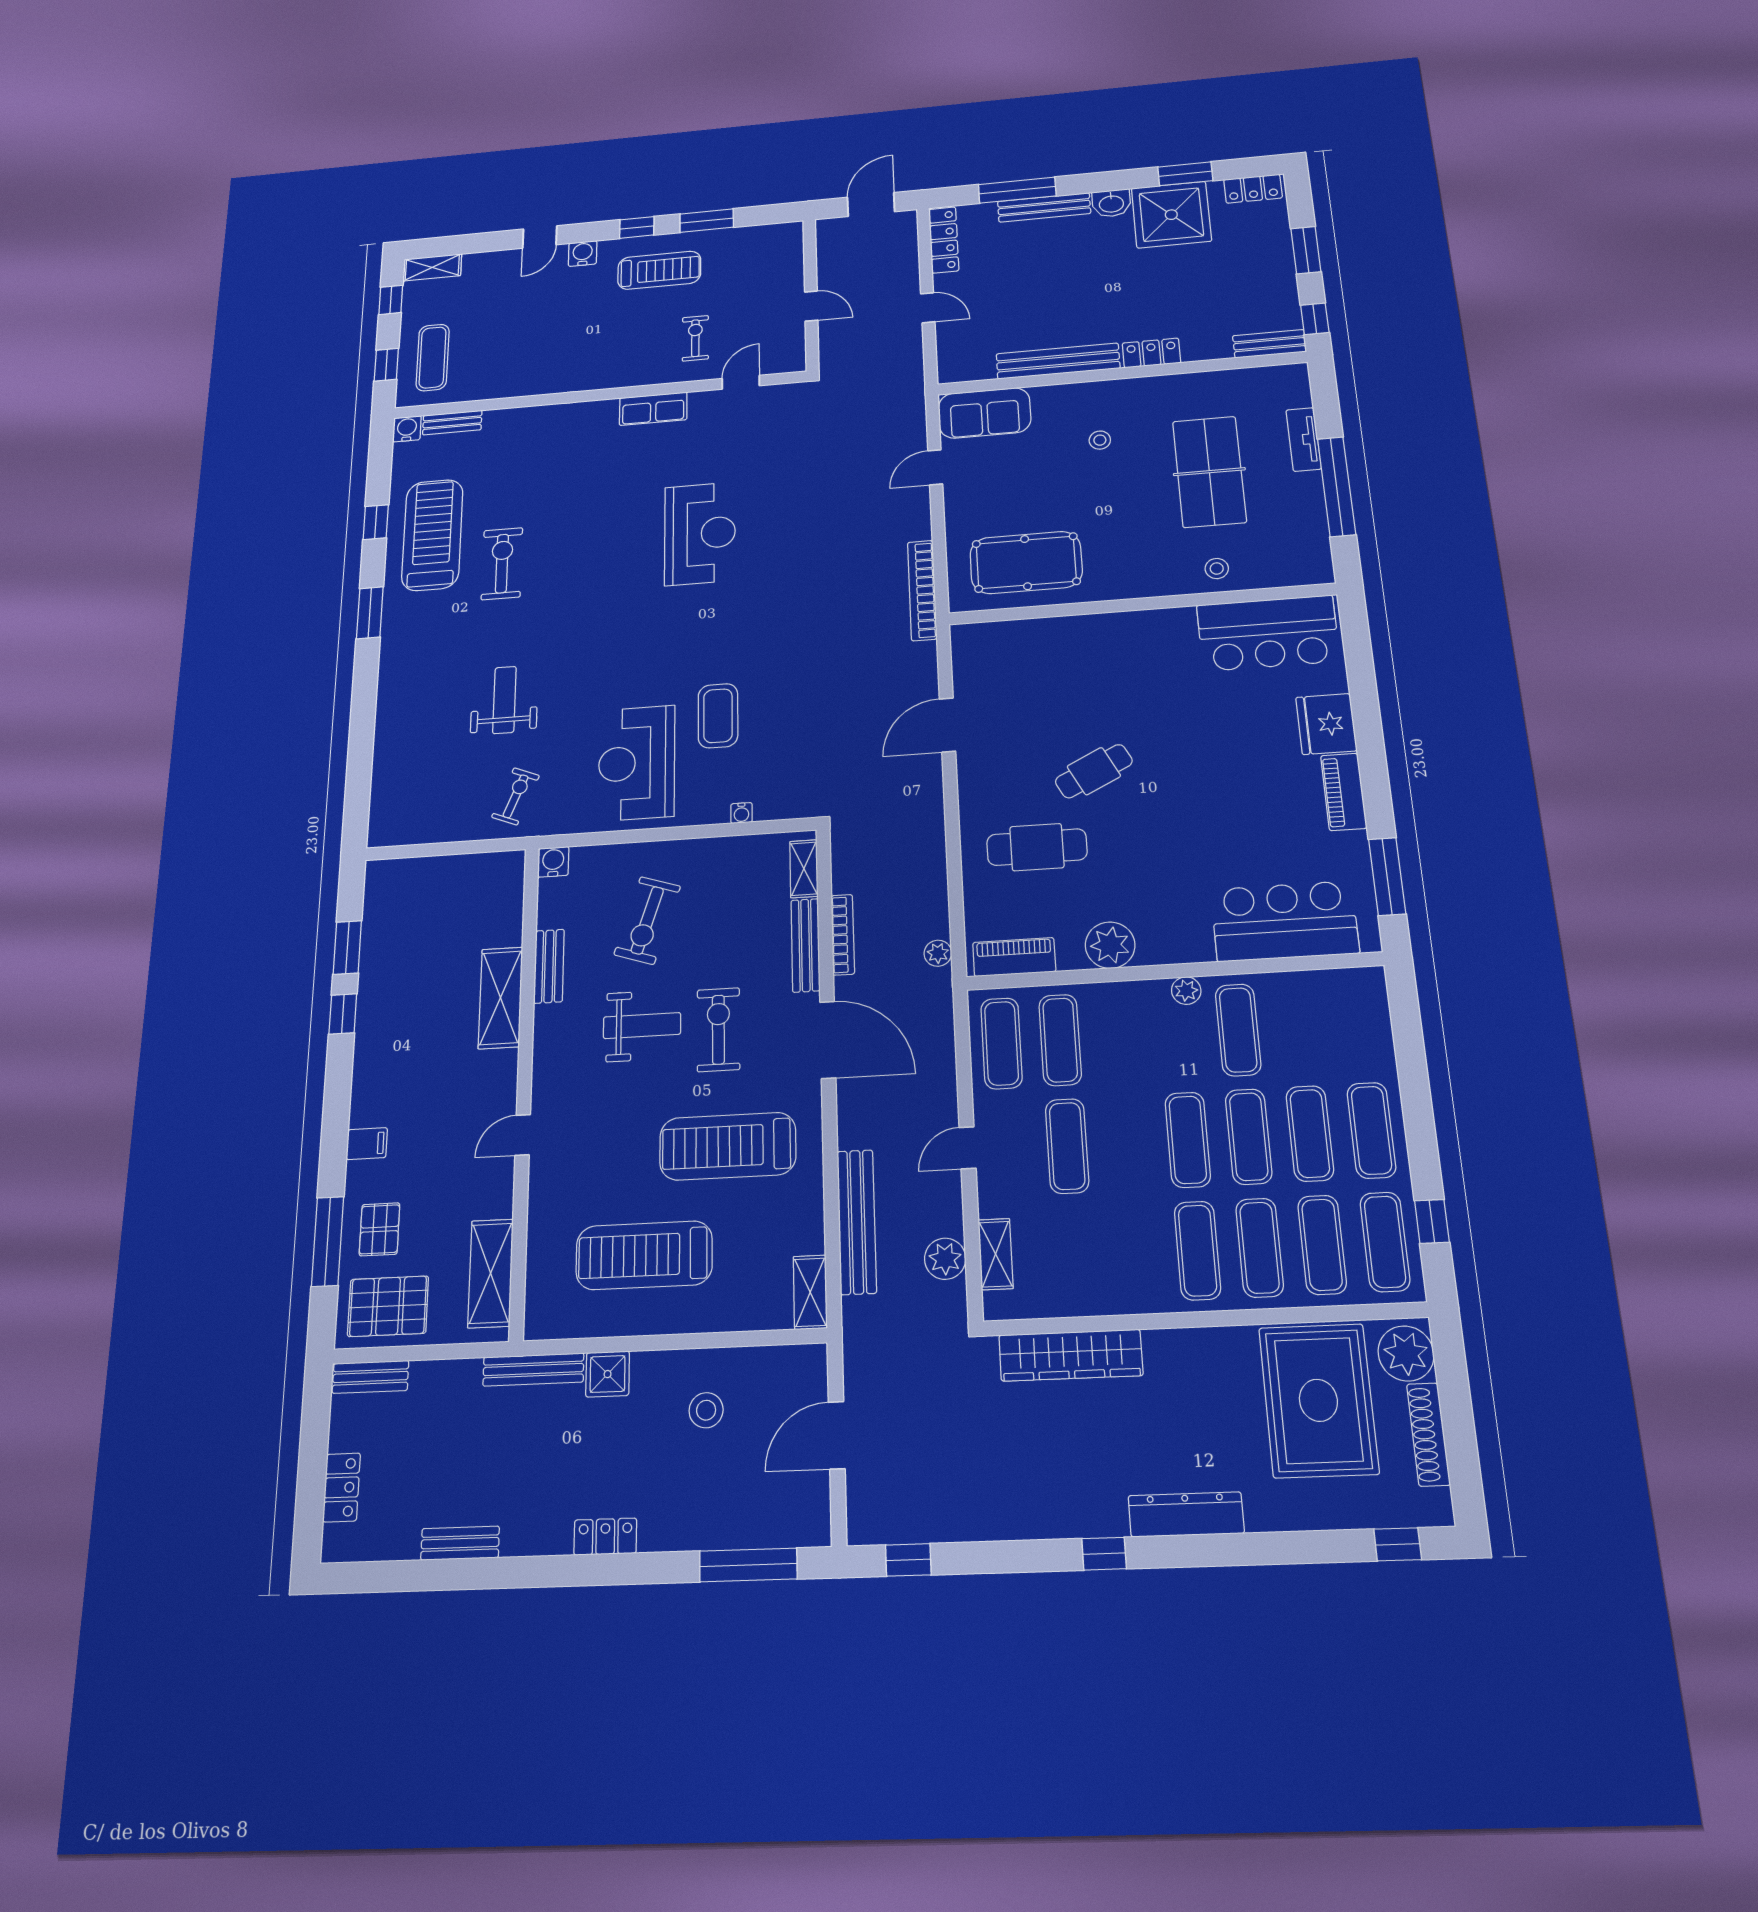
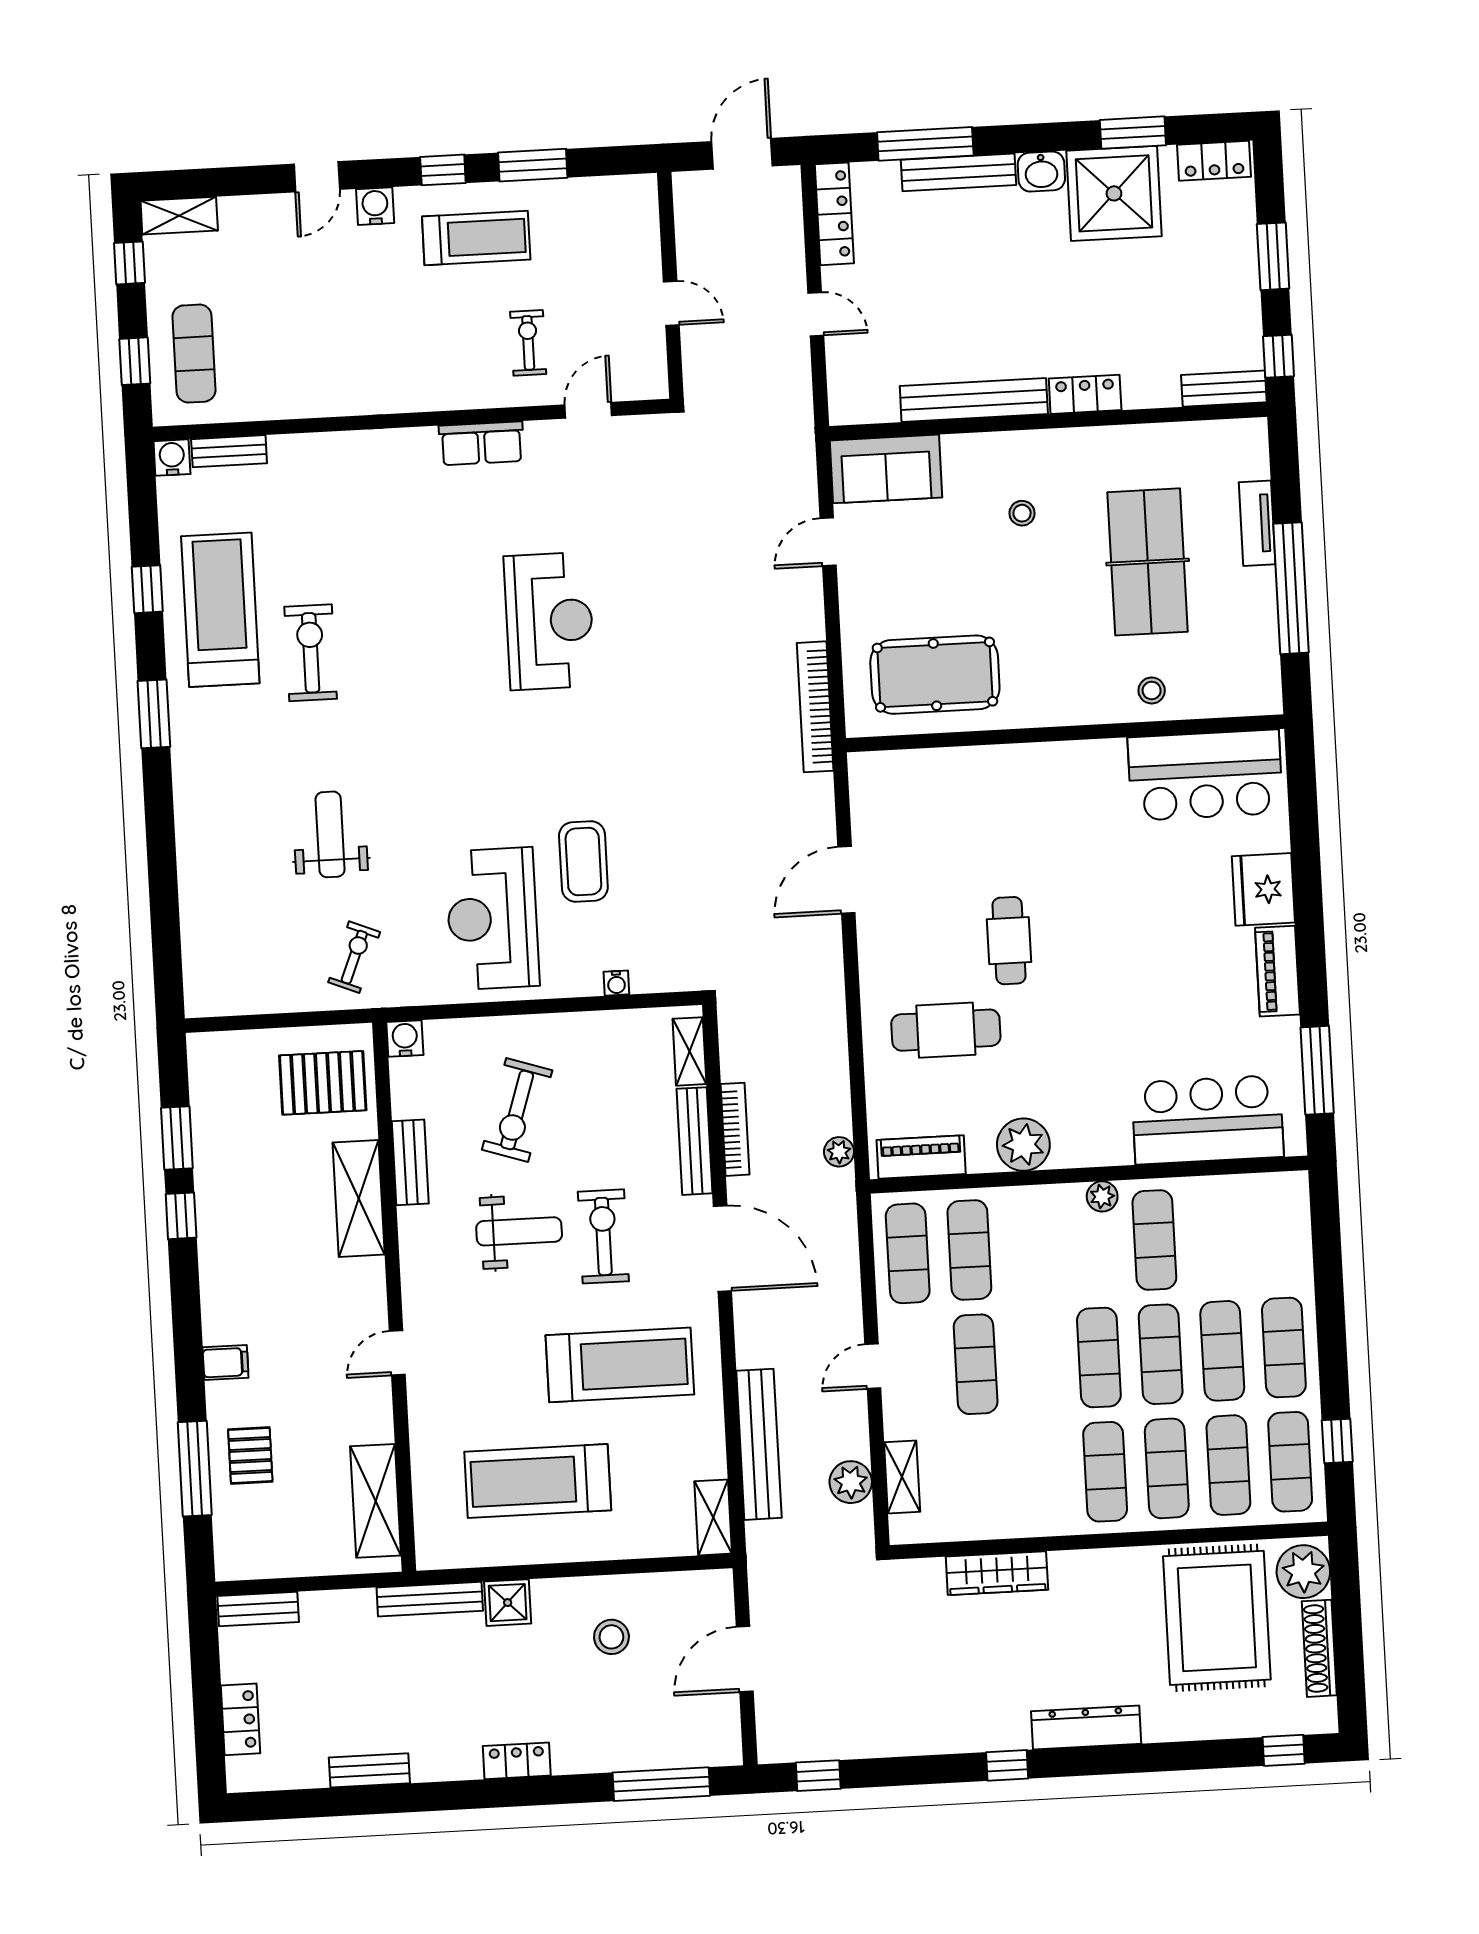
cafe table: (1094, 771) -> (1009, 941), turned -63
treadmill: (728, 1146) -> (620, 1365), turned 180
pallet: (388, 1306) -> (323, 1083), moved
wardrobe: (1071, 1355) -> (997, 1573), width x0.71, depth x0.85

